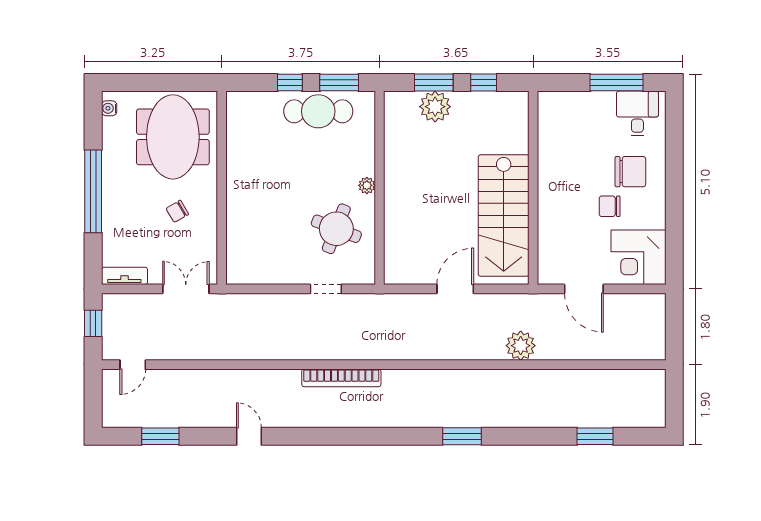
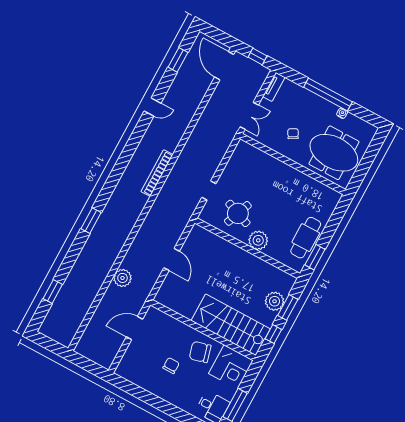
window: (290, 83) -> (329, 231), removed
water cooler: (109, 108) -> (342, 113), moved
chair: (630, 172) -> (200, 352), moved, turned 75
plant: (367, 185) -> (258, 240), width x1.88, depth x1.88
stairs: (504, 215) -> (231, 325), moved
corner desk: (638, 257) -> (231, 367), moved, turned 180
door: (133, 365) -> (224, 66), width x1.88

